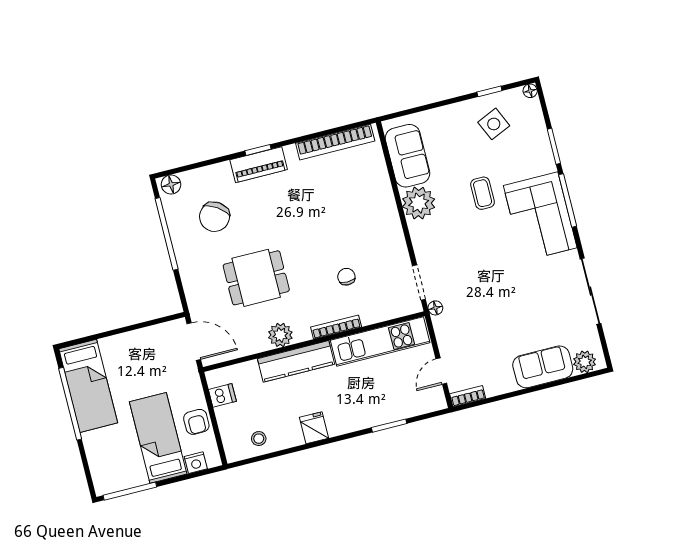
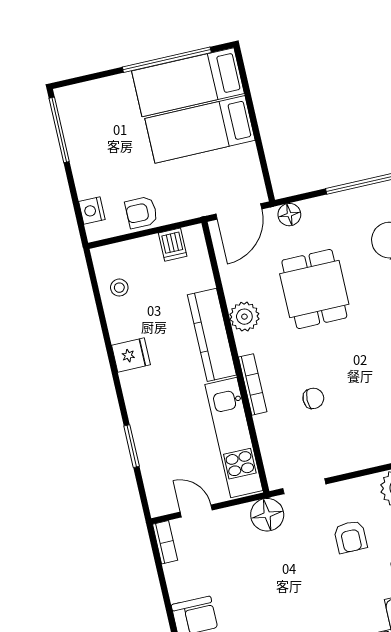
armchair: (460, 243) -> (351, 537), added
floor lamp: (195, 300) -> (289, 215), added
floor lamp: (435, 308) -> (267, 515), width x1.89, depth x1.89
bed: (158, 438) -> (200, 129), moved, turned 180

